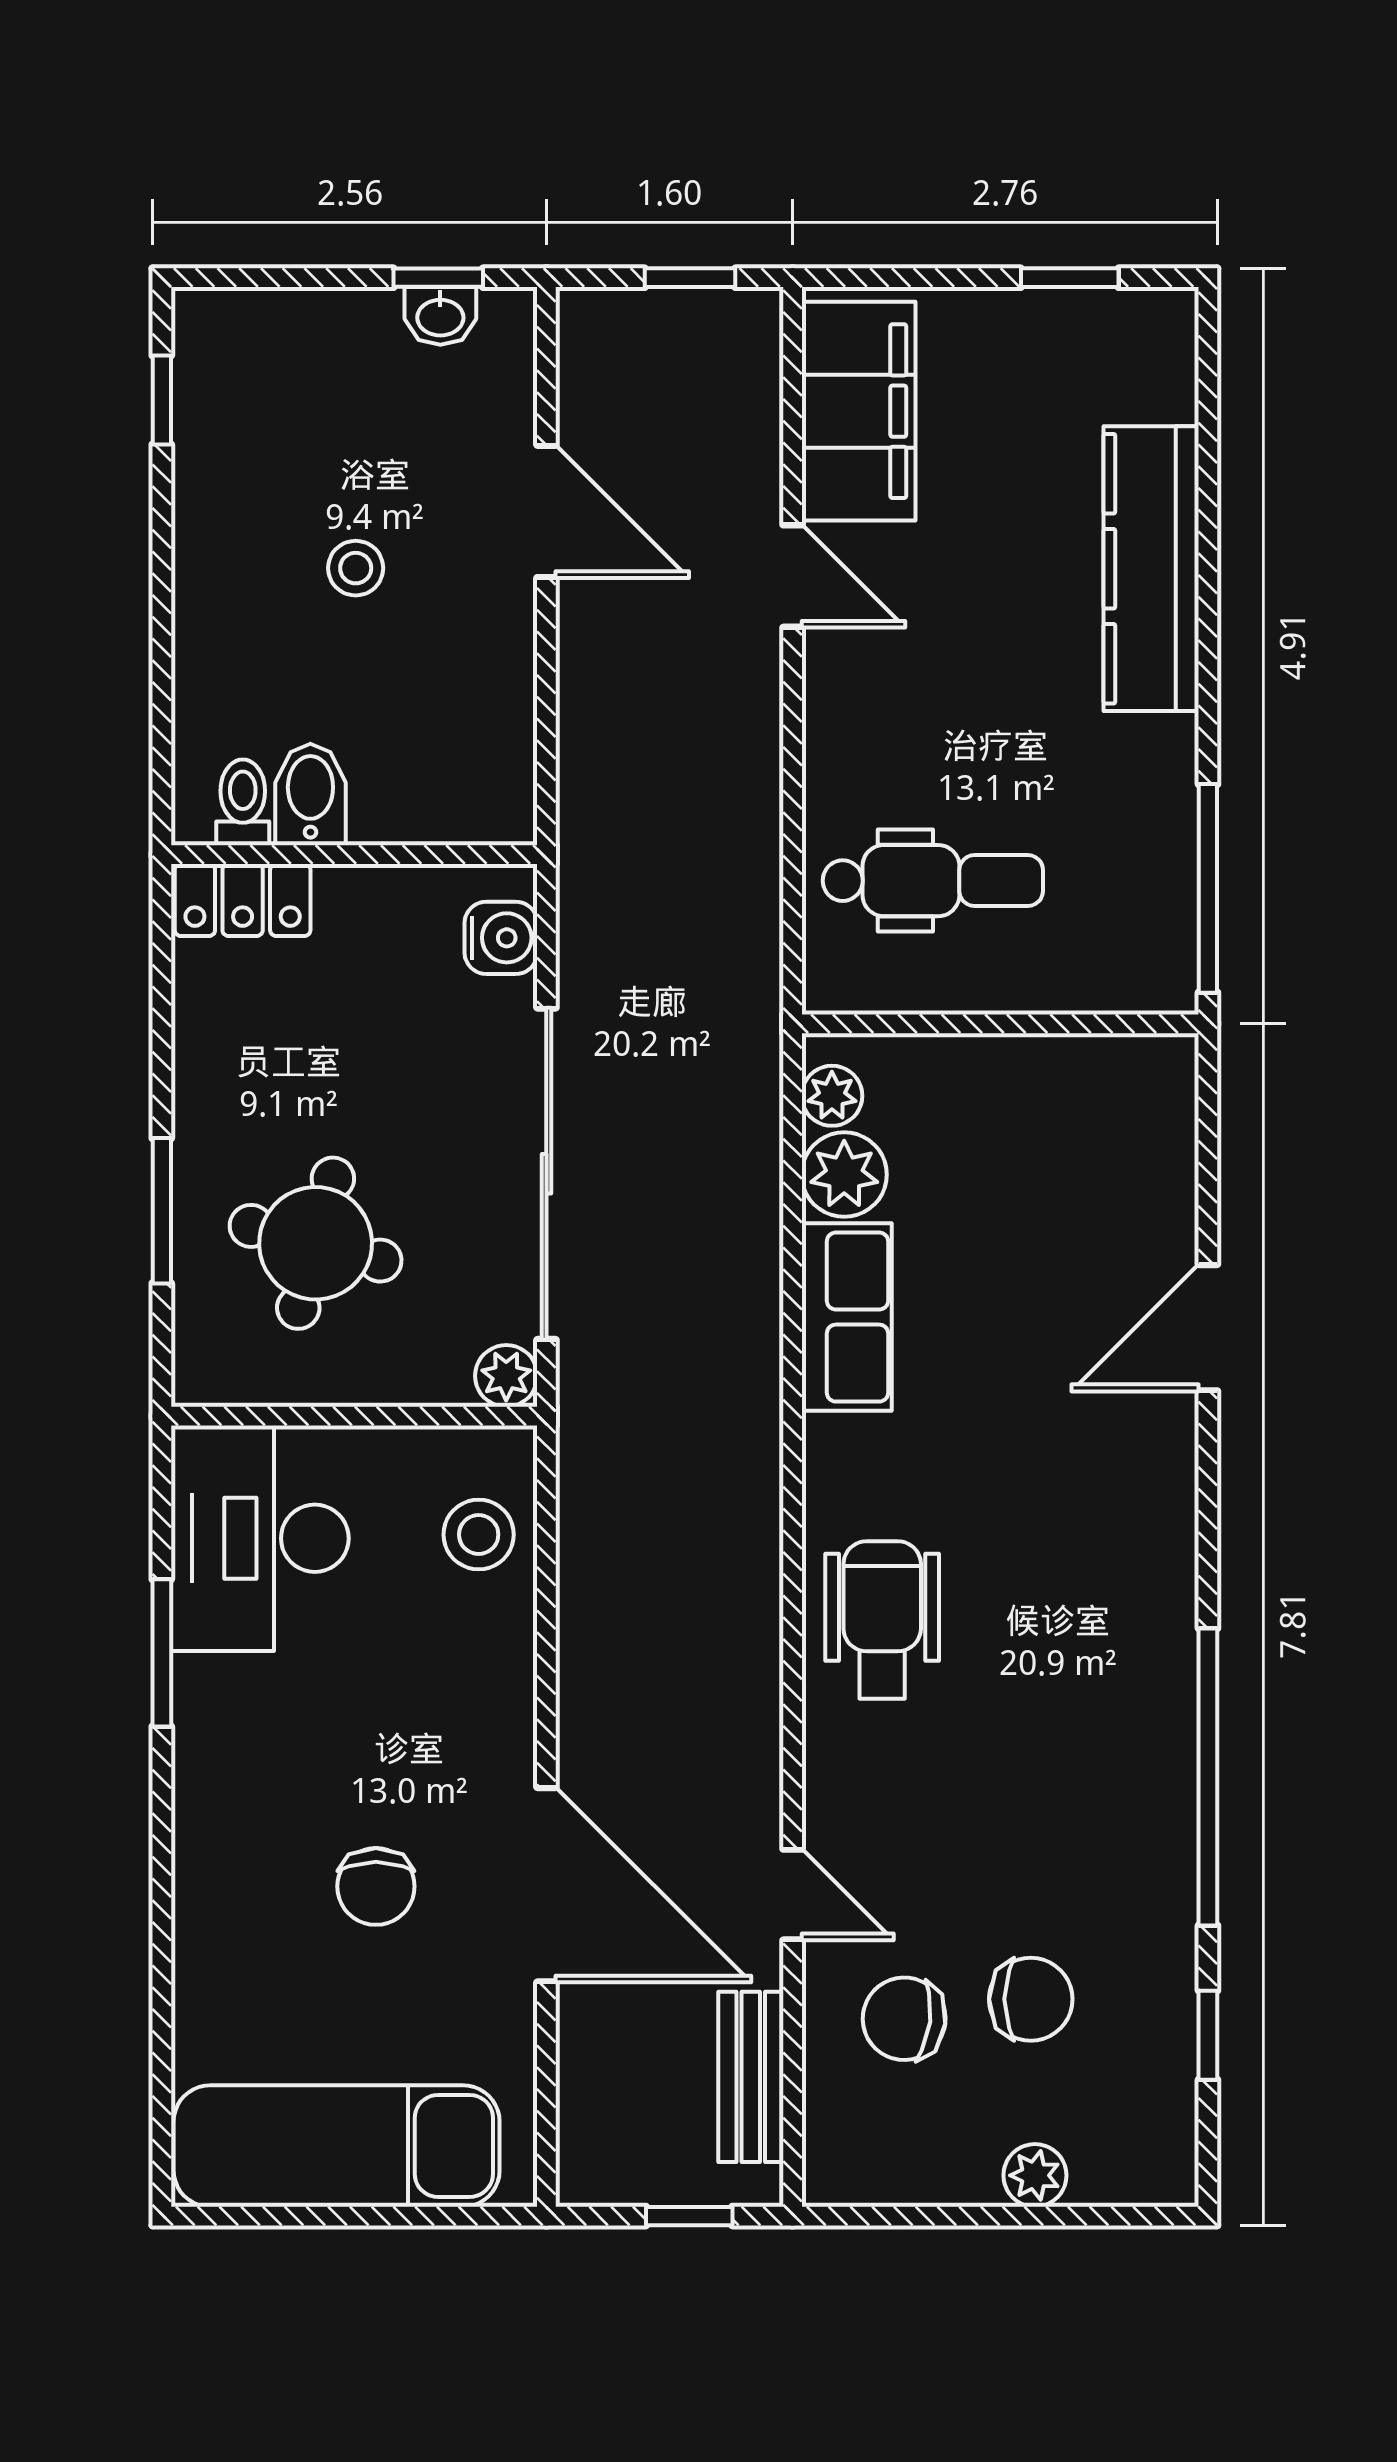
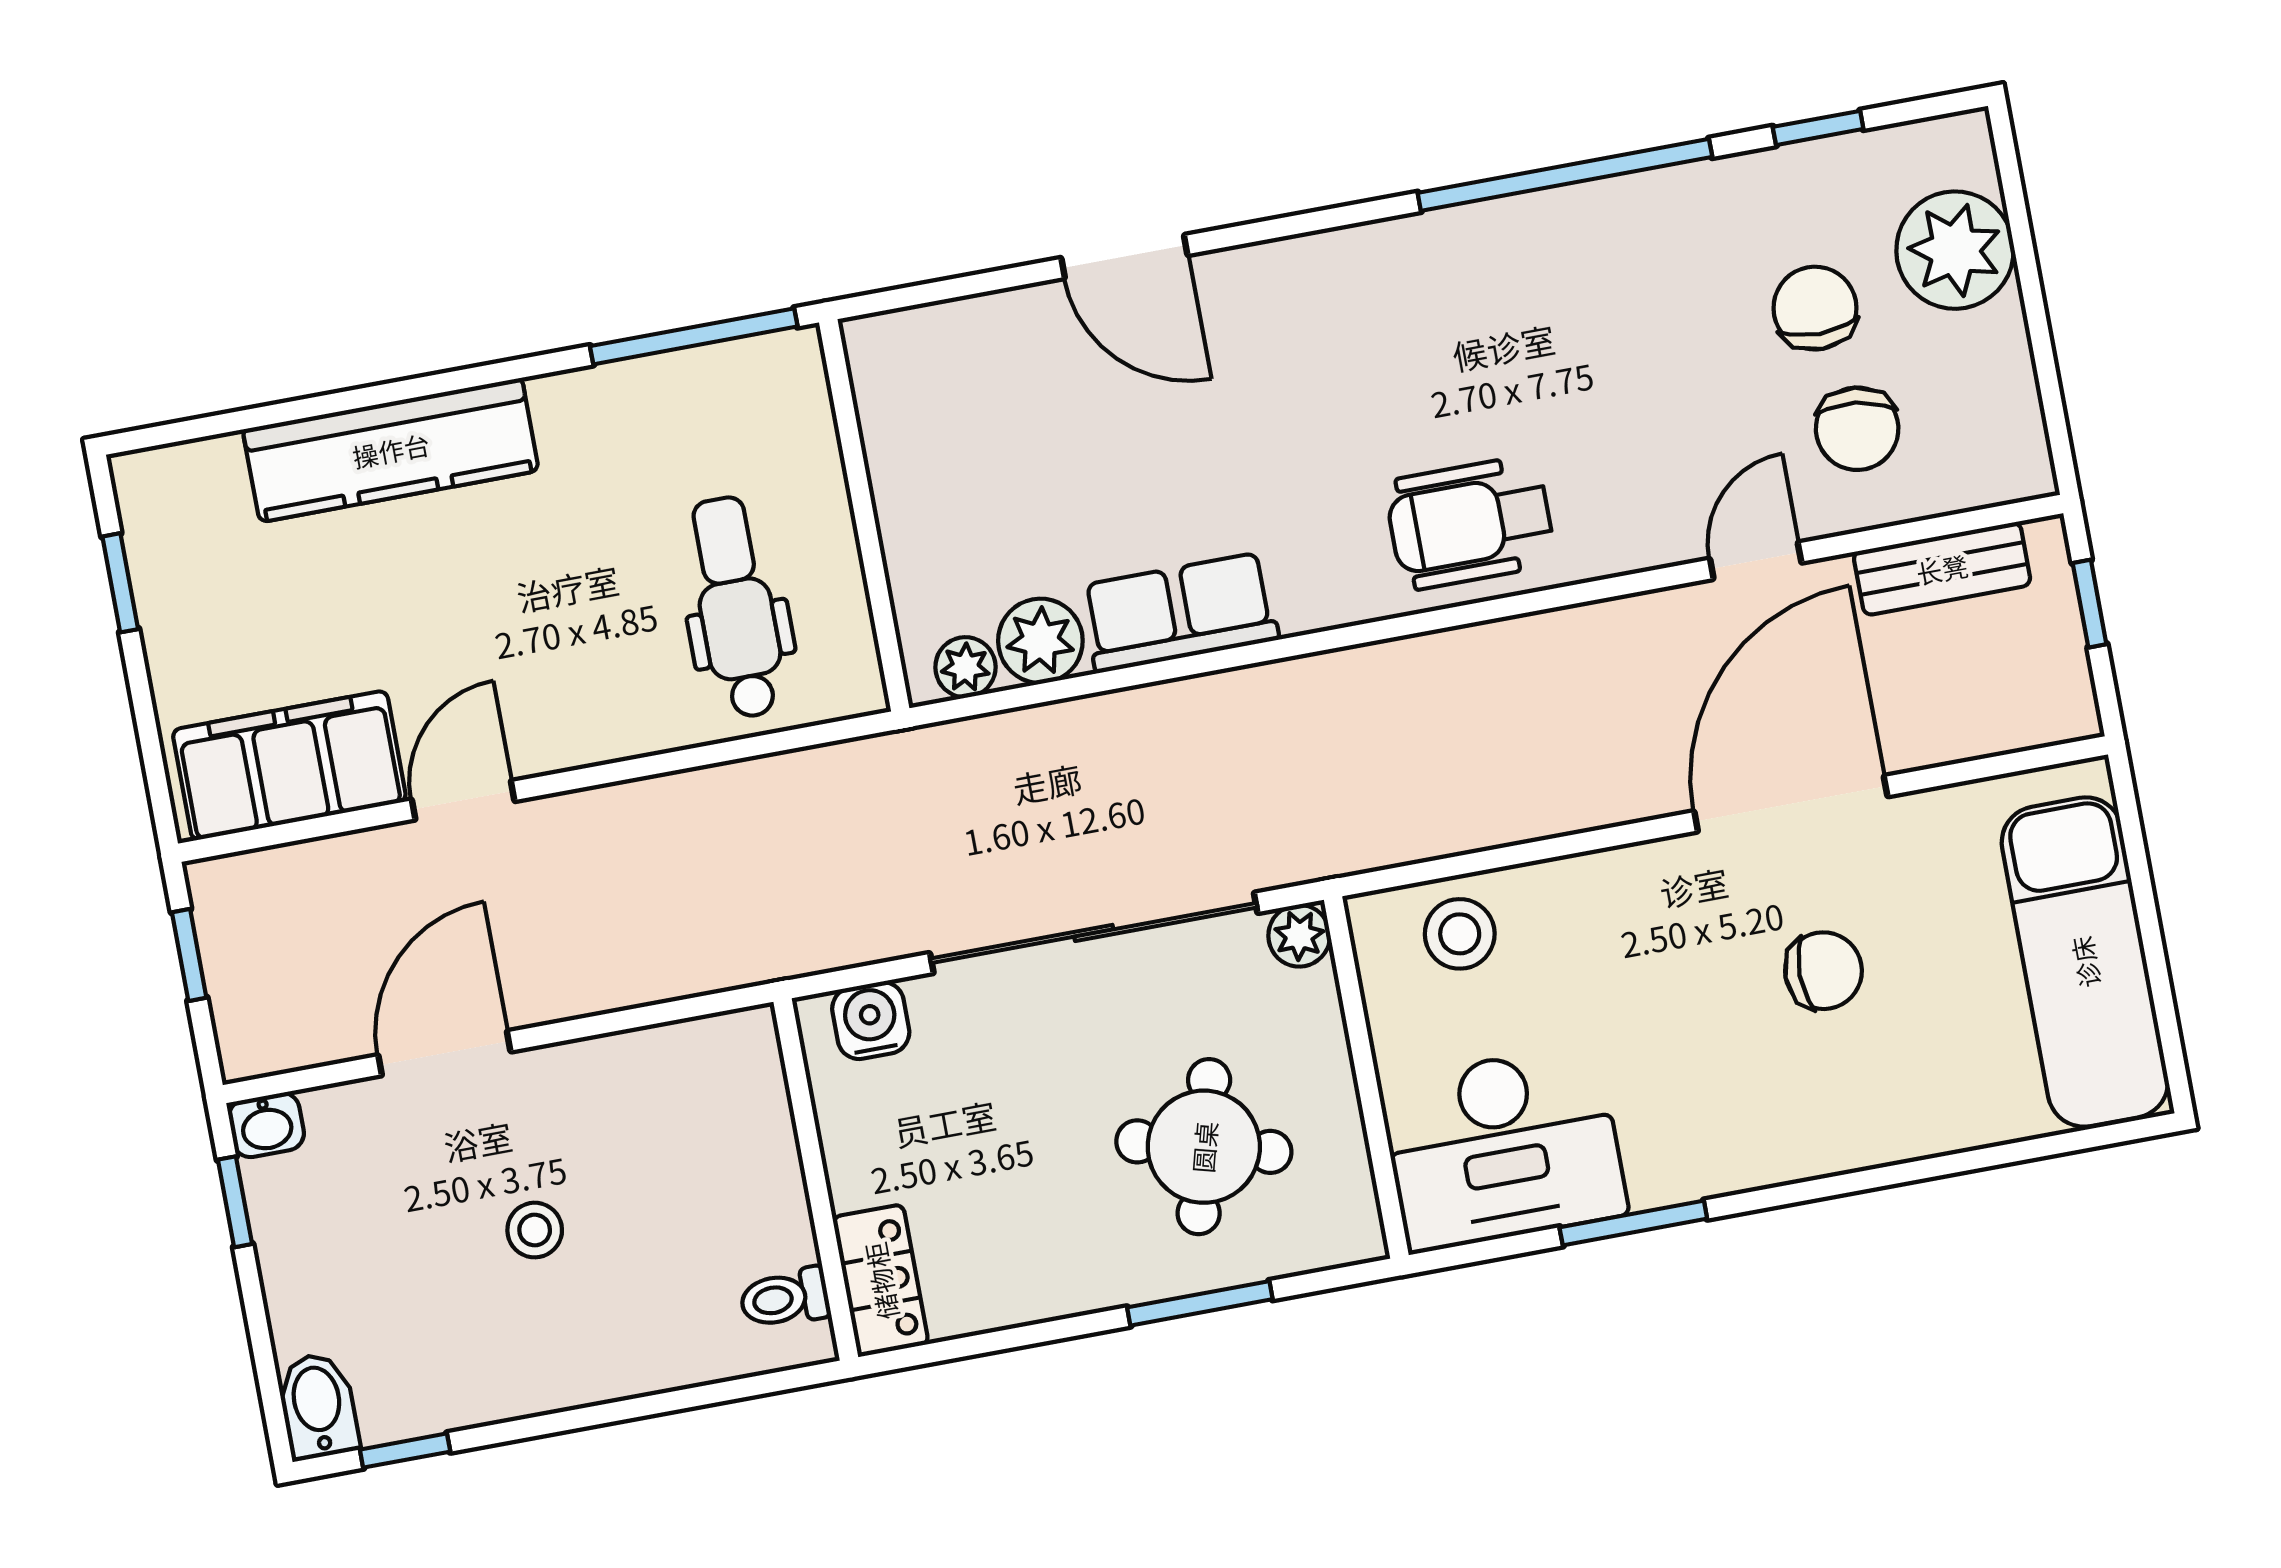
washbasin: (440, 316) -> (266, 1125), moved, turned 90
bidet: (310, 795) -> (318, 1406), moved, turned 90
plant: (1035, 2175) -> (1955, 250), width x1.88, depth x1.88

